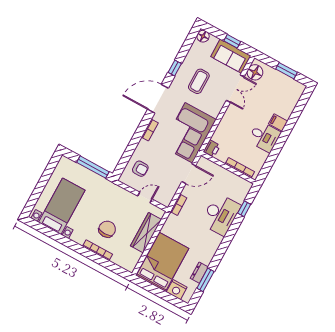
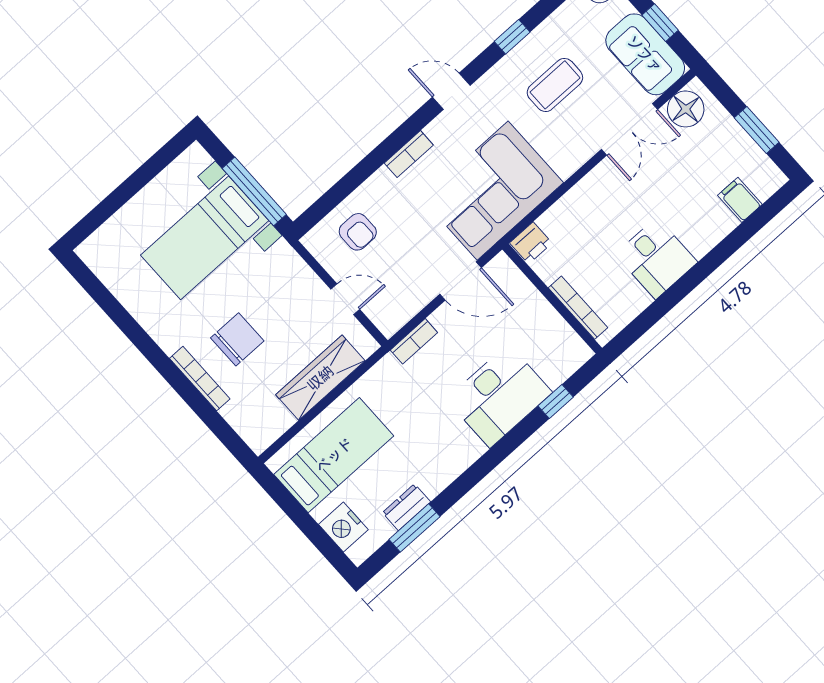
door: (158, 99) -> (451, 91), width x0.53
filing cabinet: (278, 122) -> (740, 200), moved
bed with nightstands: (62, 206) -> (205, 238), moved, turned 180
bed: (162, 262) -> (334, 455), width x0.67

